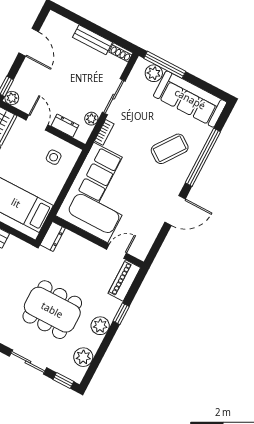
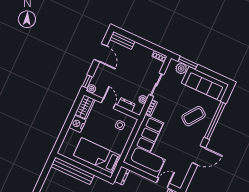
bench: (93, 40) -> (122, 40), moved
window: (165, 65) -> (188, 63), width x0.69

